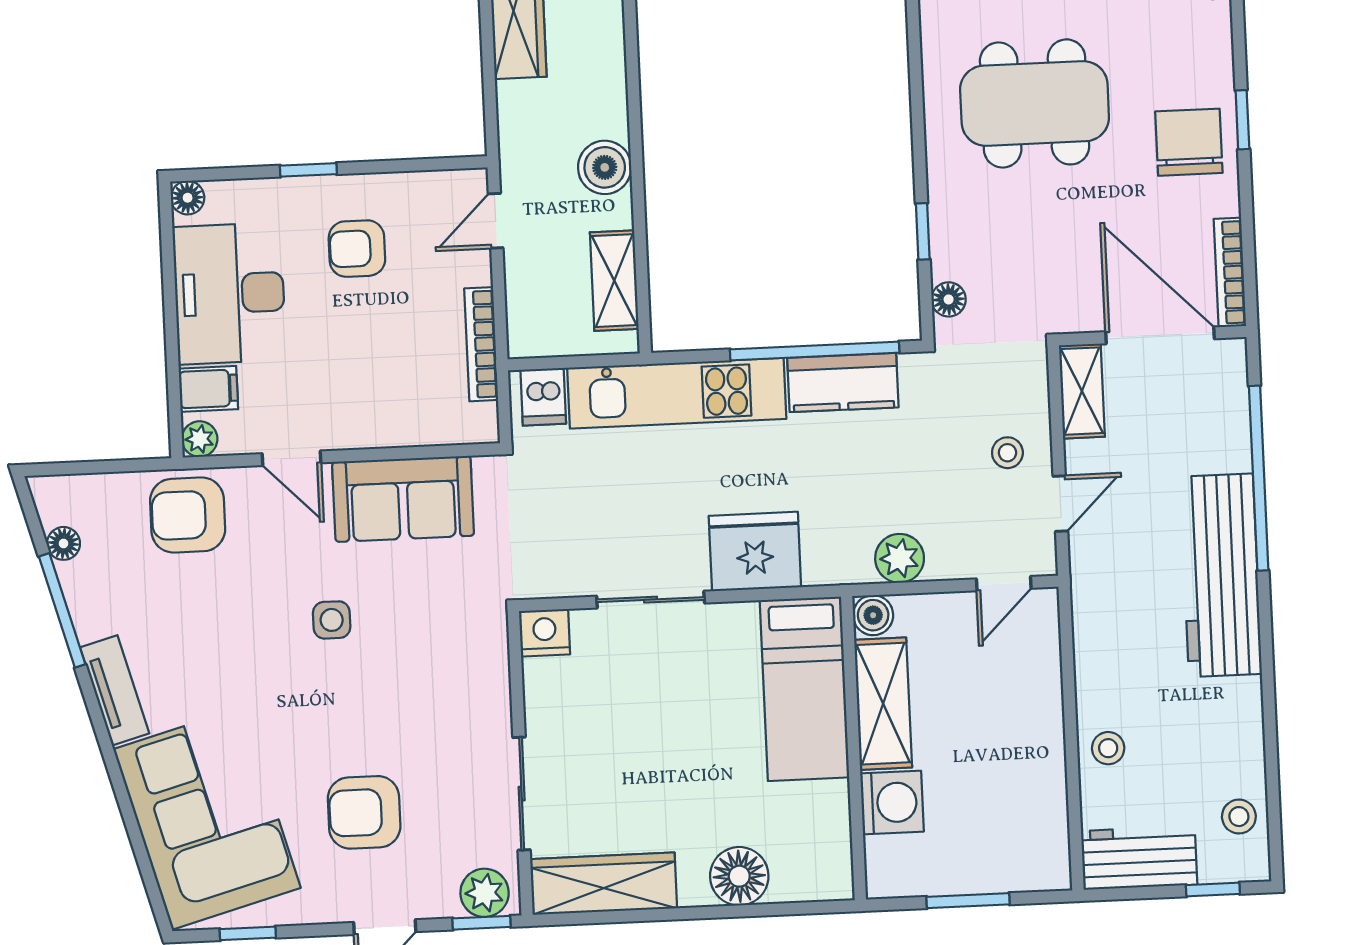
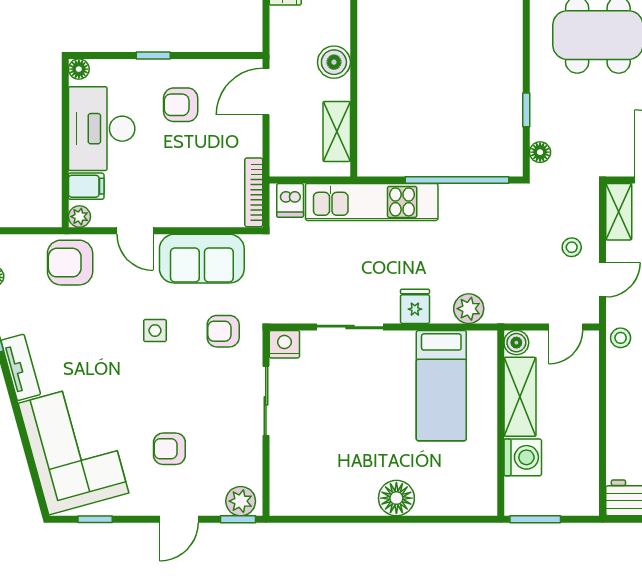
door: (496, 221) -> (266, 92), width x1.37
bookcase: (481, 344) -> (254, 192), moved
kitchen counter: (843, 383) -> (473, 200), removed
fridge: (755, 552) -> (415, 306), width x0.53, depth x0.75
plant: (900, 558) -> (469, 309), moved
boiler: (873, 615) -> (516, 343), moved
armchair: (443, 616) -> (223, 331), added
shelving: (883, 704) -> (520, 397), moved
wall: (853, 748) -> (501, 423), moved
stool: (1108, 748) -> (621, 338), moved
sliding door: (522, 794) -> (266, 401), moved
washing machine: (892, 803) -> (523, 457), moved
armchair: (364, 812) -> (169, 449), width x0.72, depth x0.72
wardrobe: (604, 884) -> (313, 499), removed

